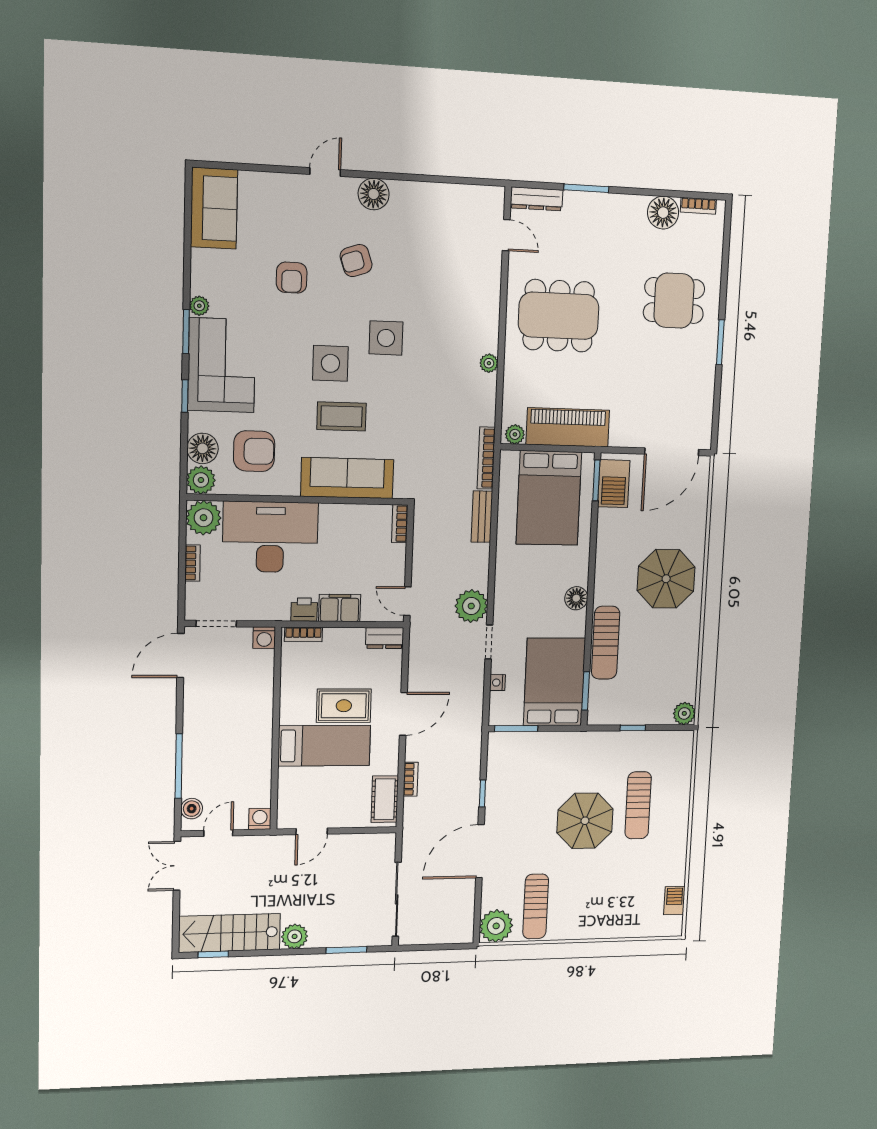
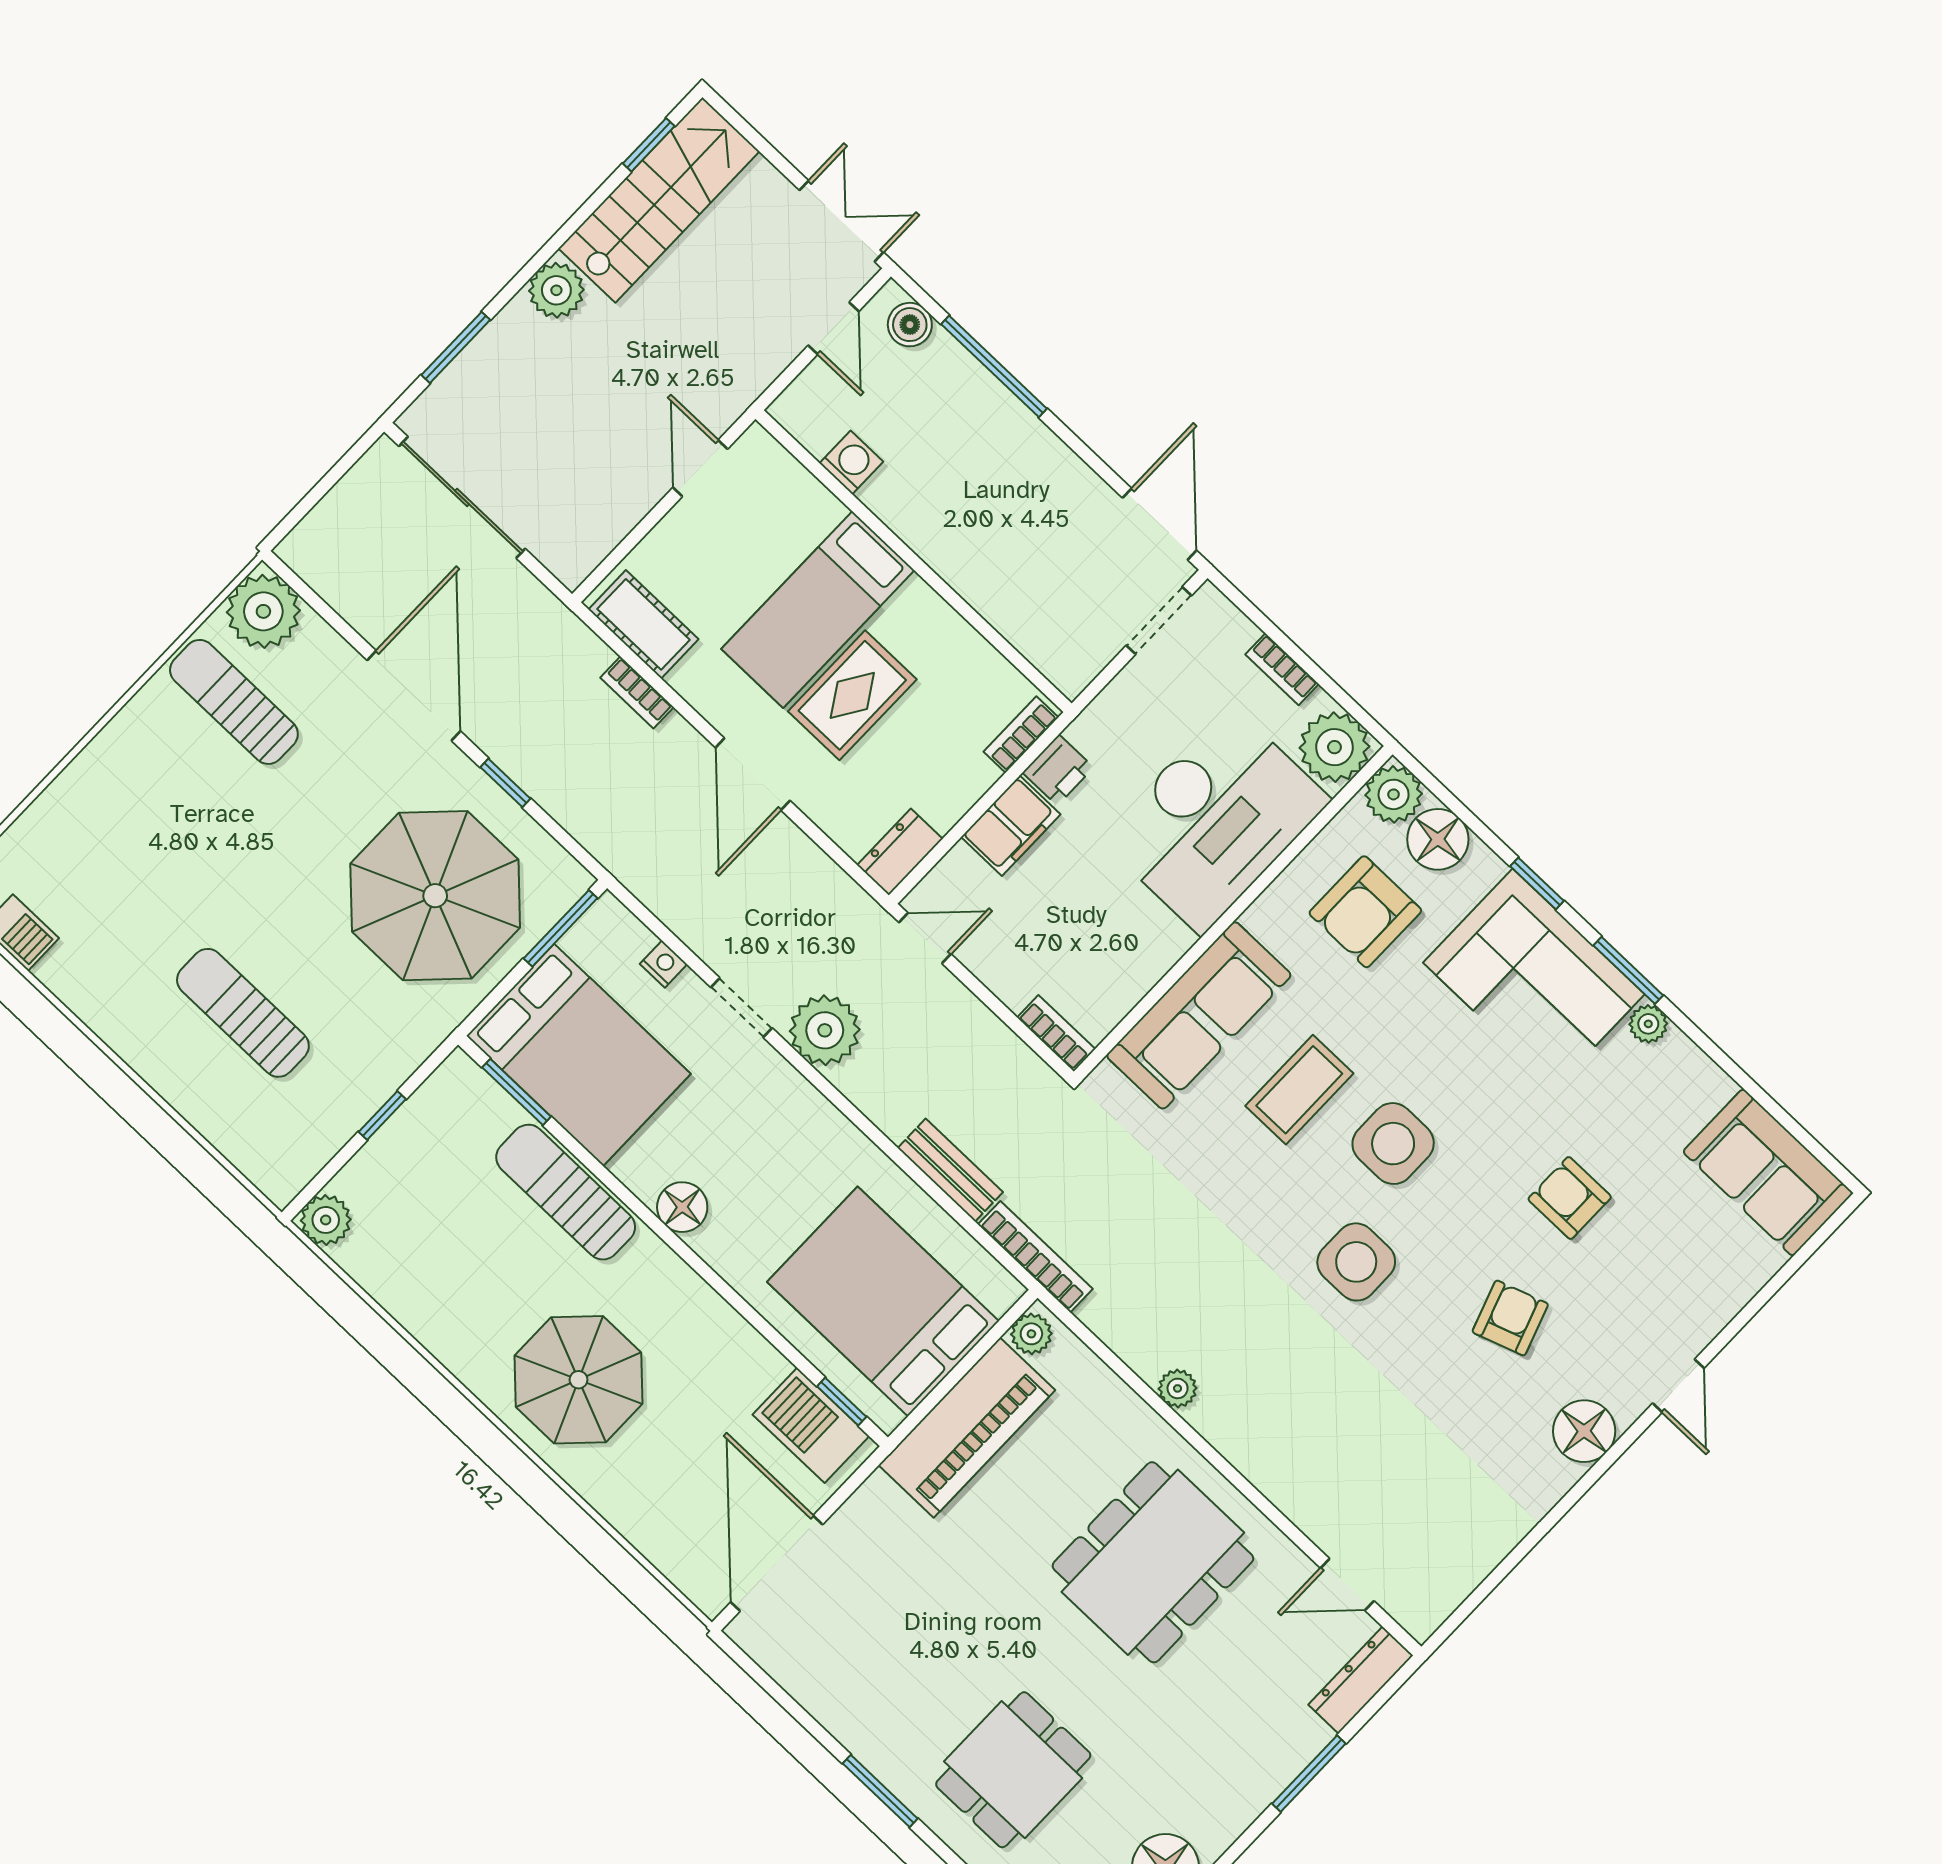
window: (596, 480) -> (842, 1402), width x0.67
washing machine: (264, 638) -> (1071, 672), removed
washing machine: (260, 819) -> (851, 462), moved, turned -90
parasol: (585, 821) -> (435, 896), moved, width x1.36, depth x1.36

